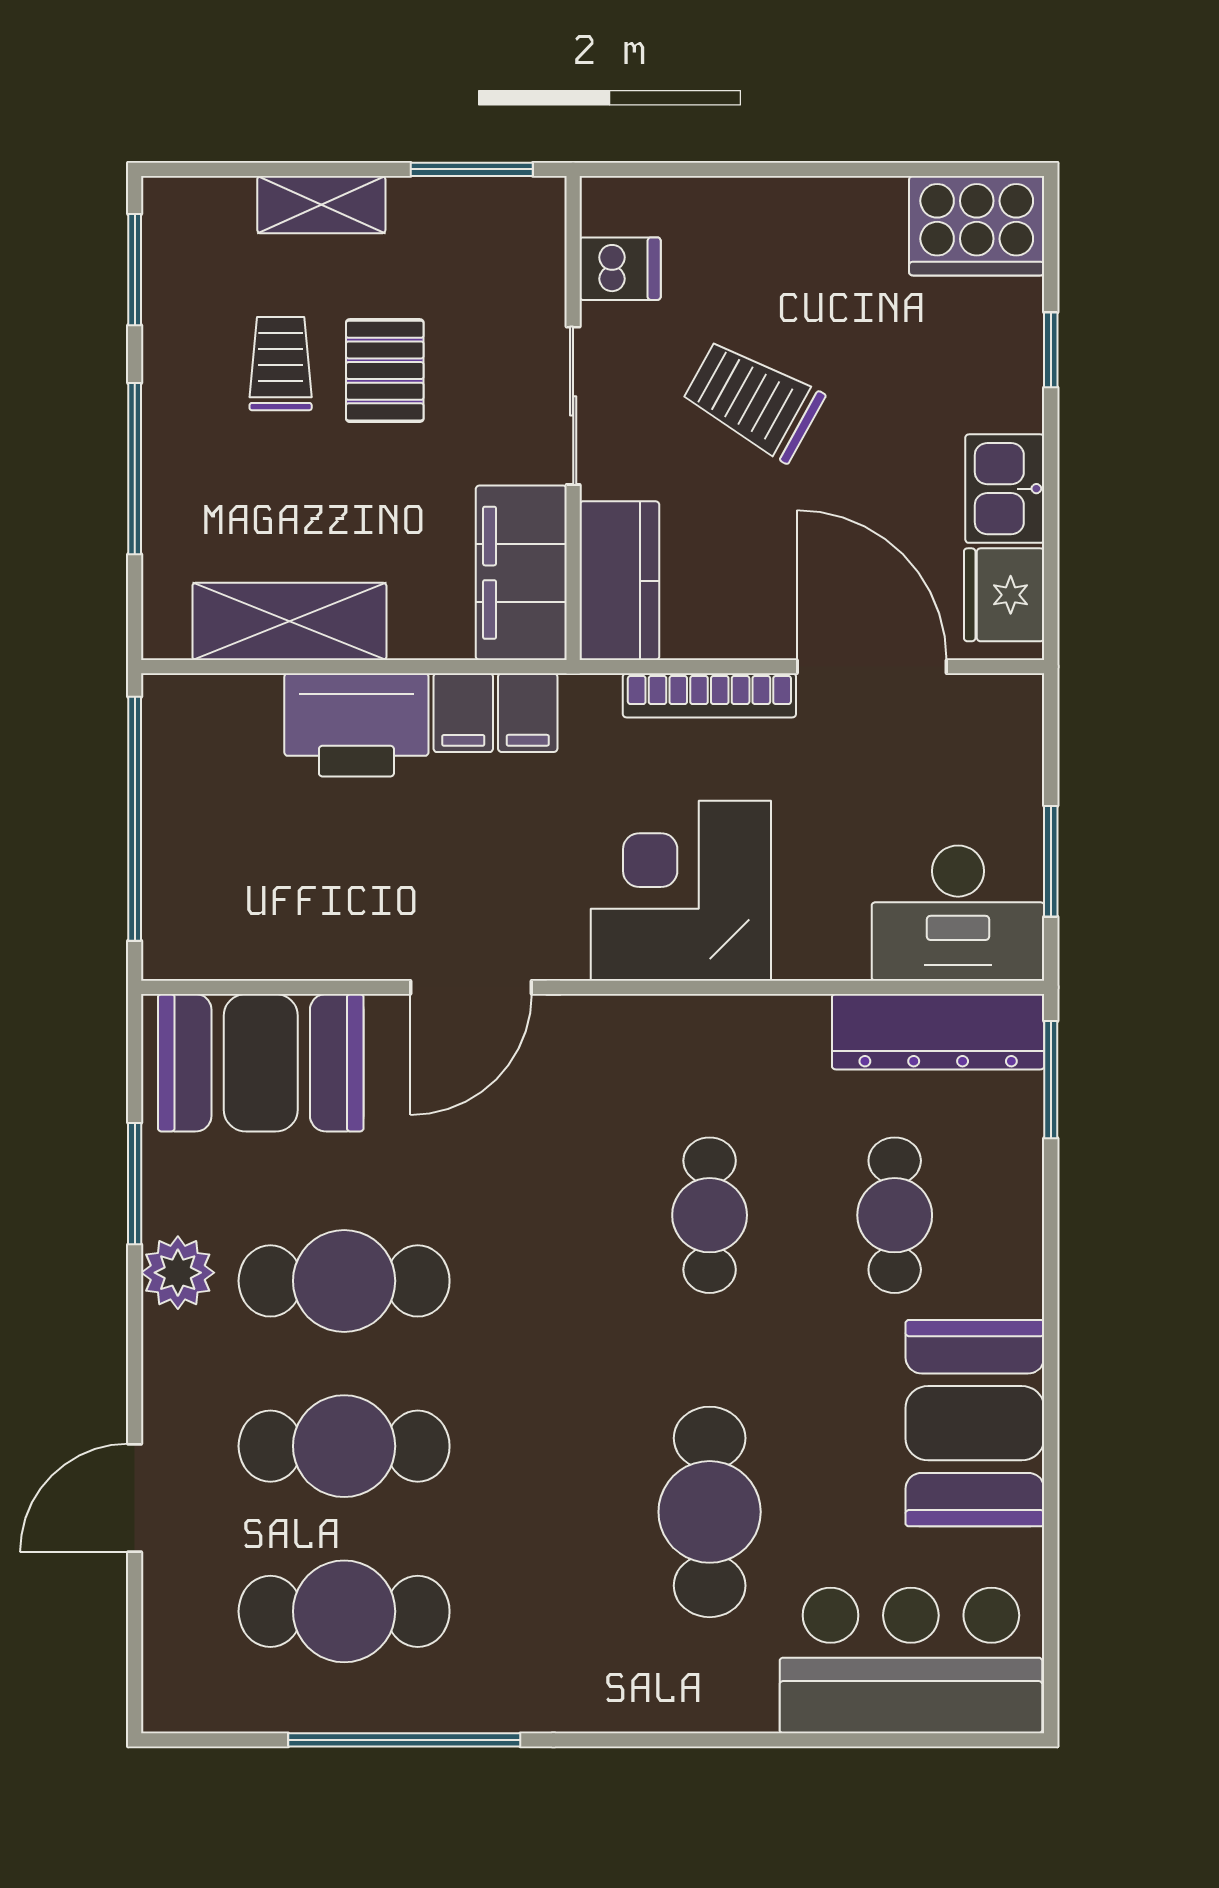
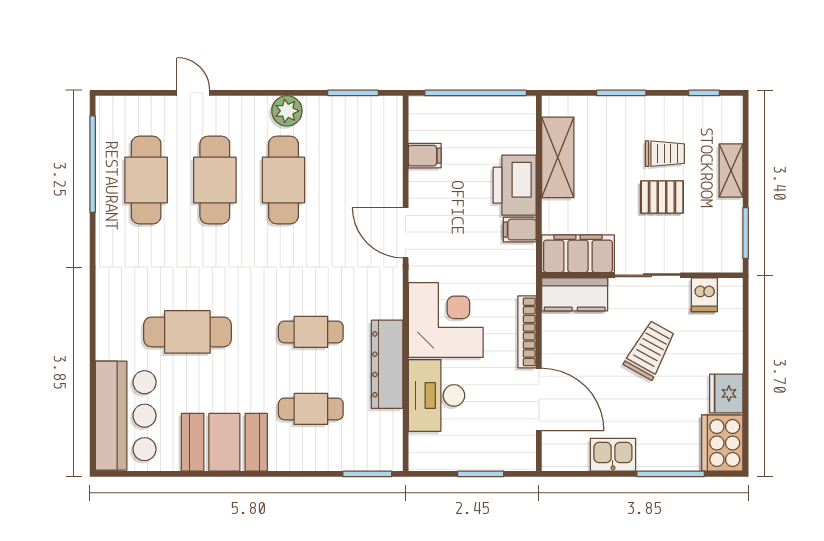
window: (135, 270) -> (704, 93), width x0.67
window: (1051, 350) -> (671, 474), width x2.17
window: (135, 469) -> (621, 93), width x0.69
fridge: (1004, 595) -> (726, 393), moved, turned -90
door: (872, 667) -> (539, 399), hinge flipped
filing cabinet: (528, 713) -> (425, 156), moved, turned 180
window: (1051, 861) -> (481, 474), moved
desk: (958, 913) -> (436, 395), moved
dresser: (938, 1032) -> (387, 364), moved
booth: (261, 1063) -> (374, 145), removed
window: (135, 1184) -> (353, 93), moved
door: (135, 1498) -> (193, 93), width x0.73
window: (404, 1740) -> (93, 164), moved

